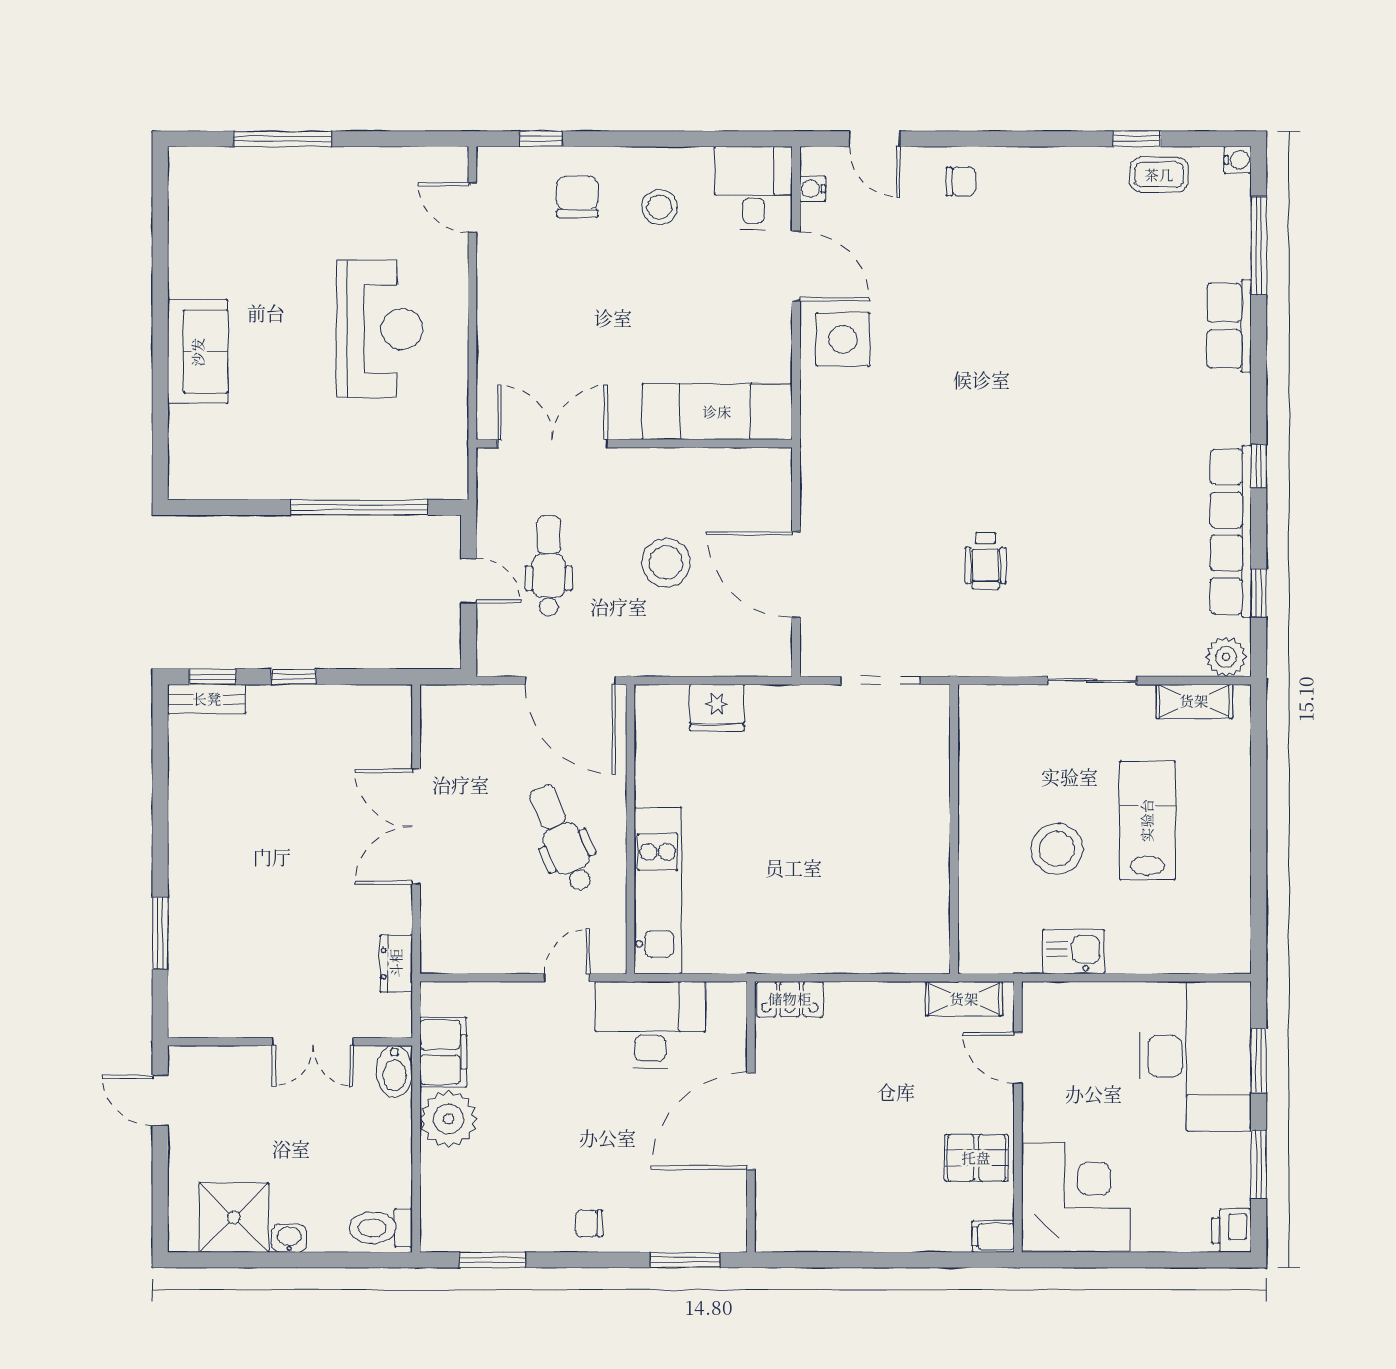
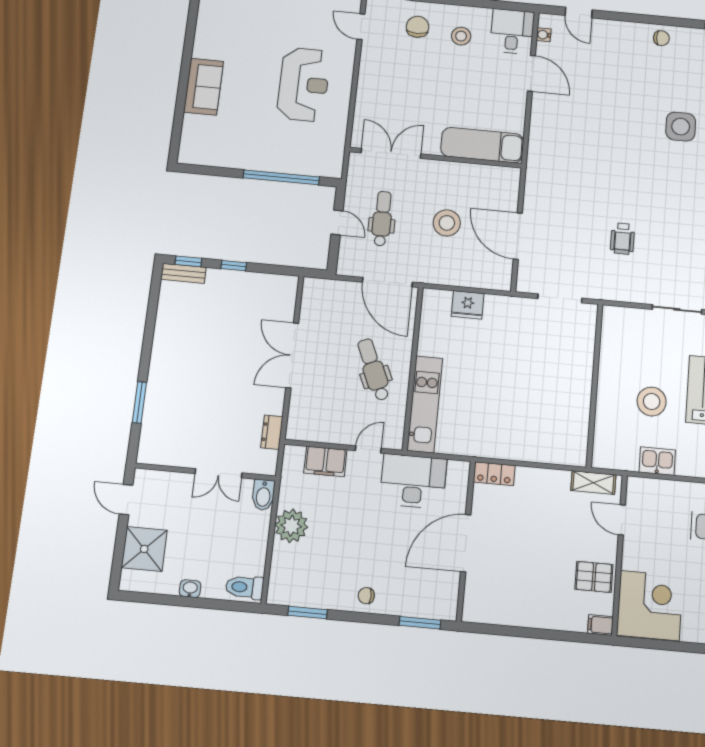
chair: (961, 181) -> (661, 38), moved
side table: (843, 339) -> (681, 127), moved
filing cabinet: (443, 1052) -> (325, 461), moved, turned 90
shower: (234, 1217) -> (144, 549), moved

